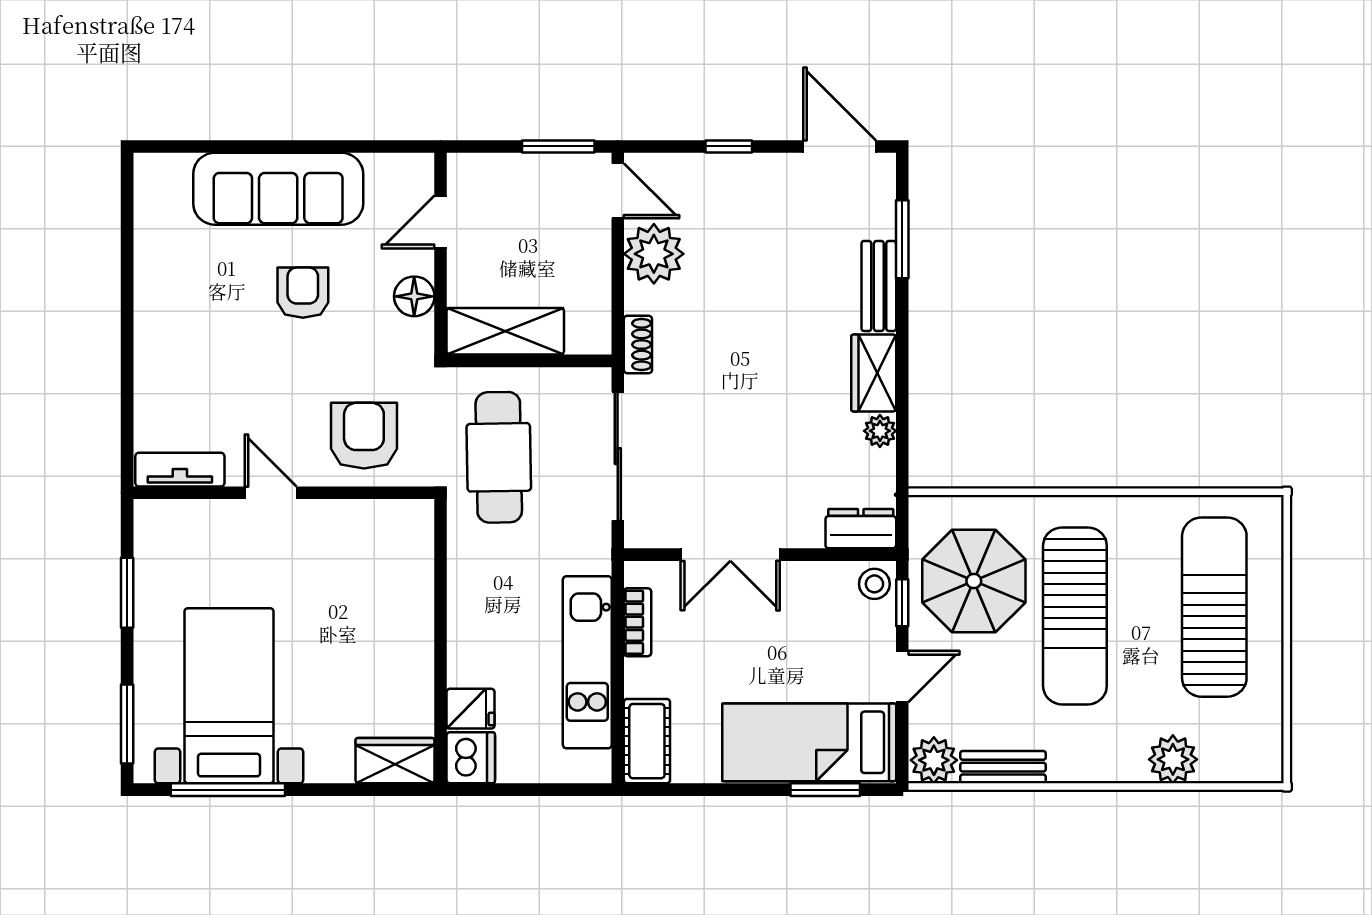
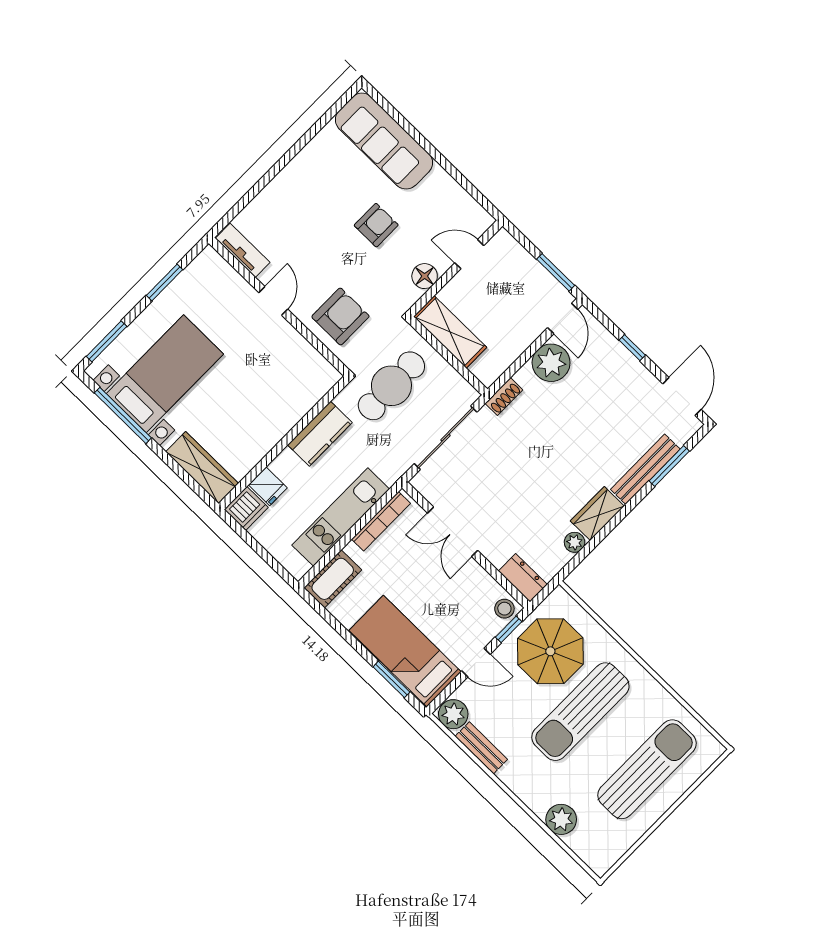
sofa: (278, 189) -> (384, 141), moved
bench: (879, 286) -> (645, 469), width x1.36
kitchen counter: (471, 591) -> (320, 434), added
bookcase: (638, 622) -> (381, 521), width x1.56
wardrobe: (395, 761) -> (202, 468), width x1.50

